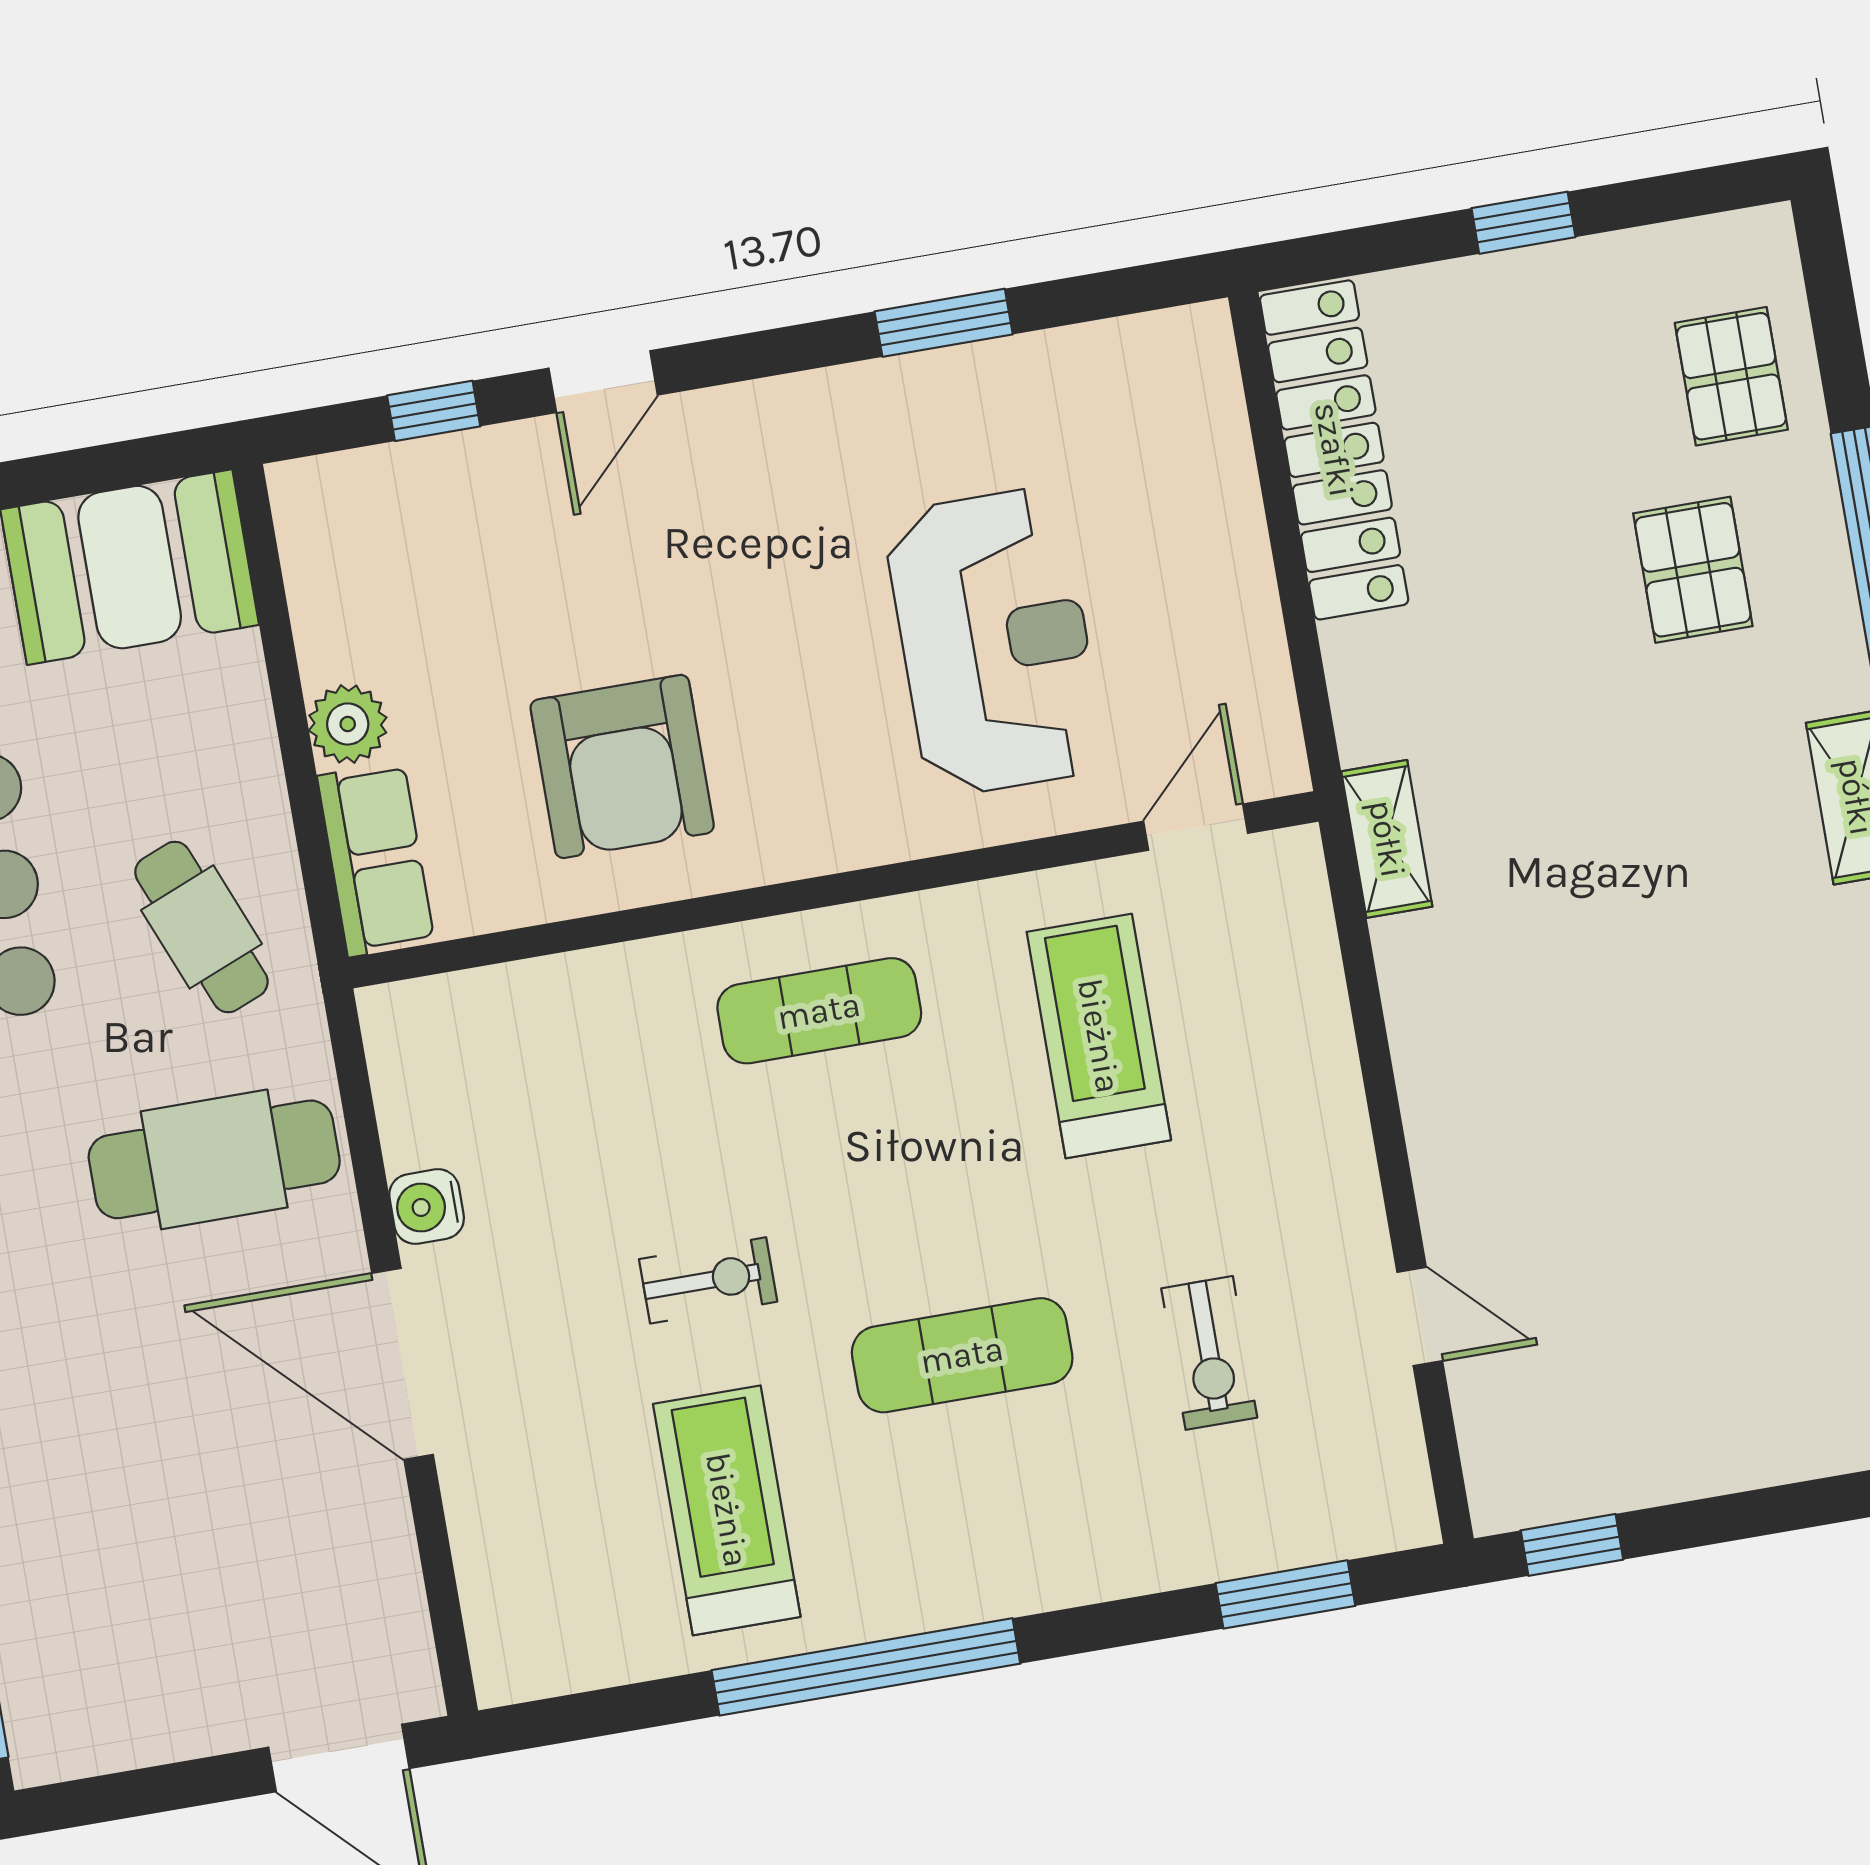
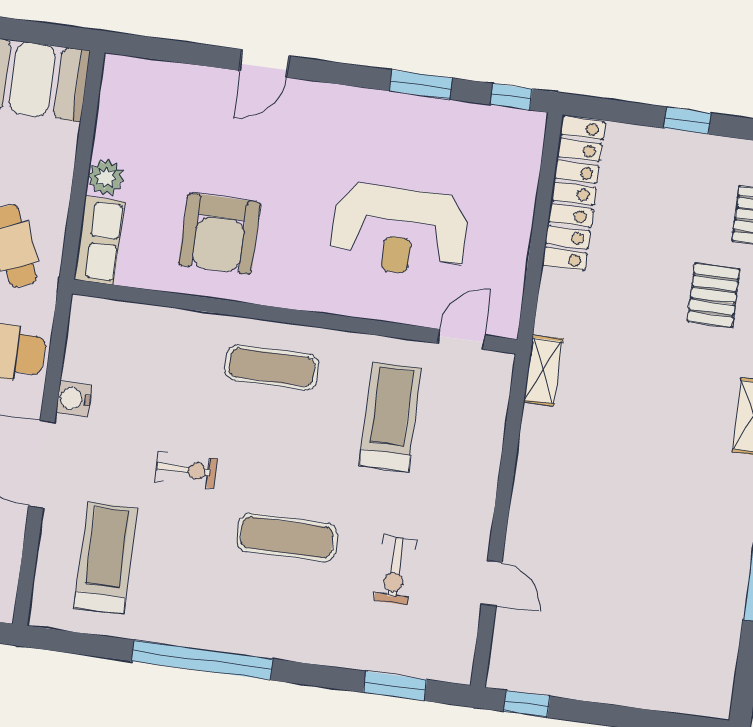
window: (434, 411) -> (511, 97), moved
reception desk: (995, 642) -> (399, 231), turned 90
treadmill: (727, 1510) -> (106, 558), moved

